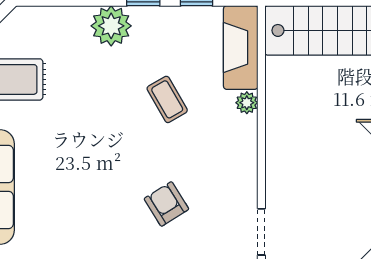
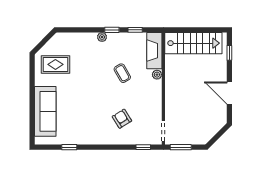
plant: (111, 26) -> (102, 37), width x0.53, depth x0.53

